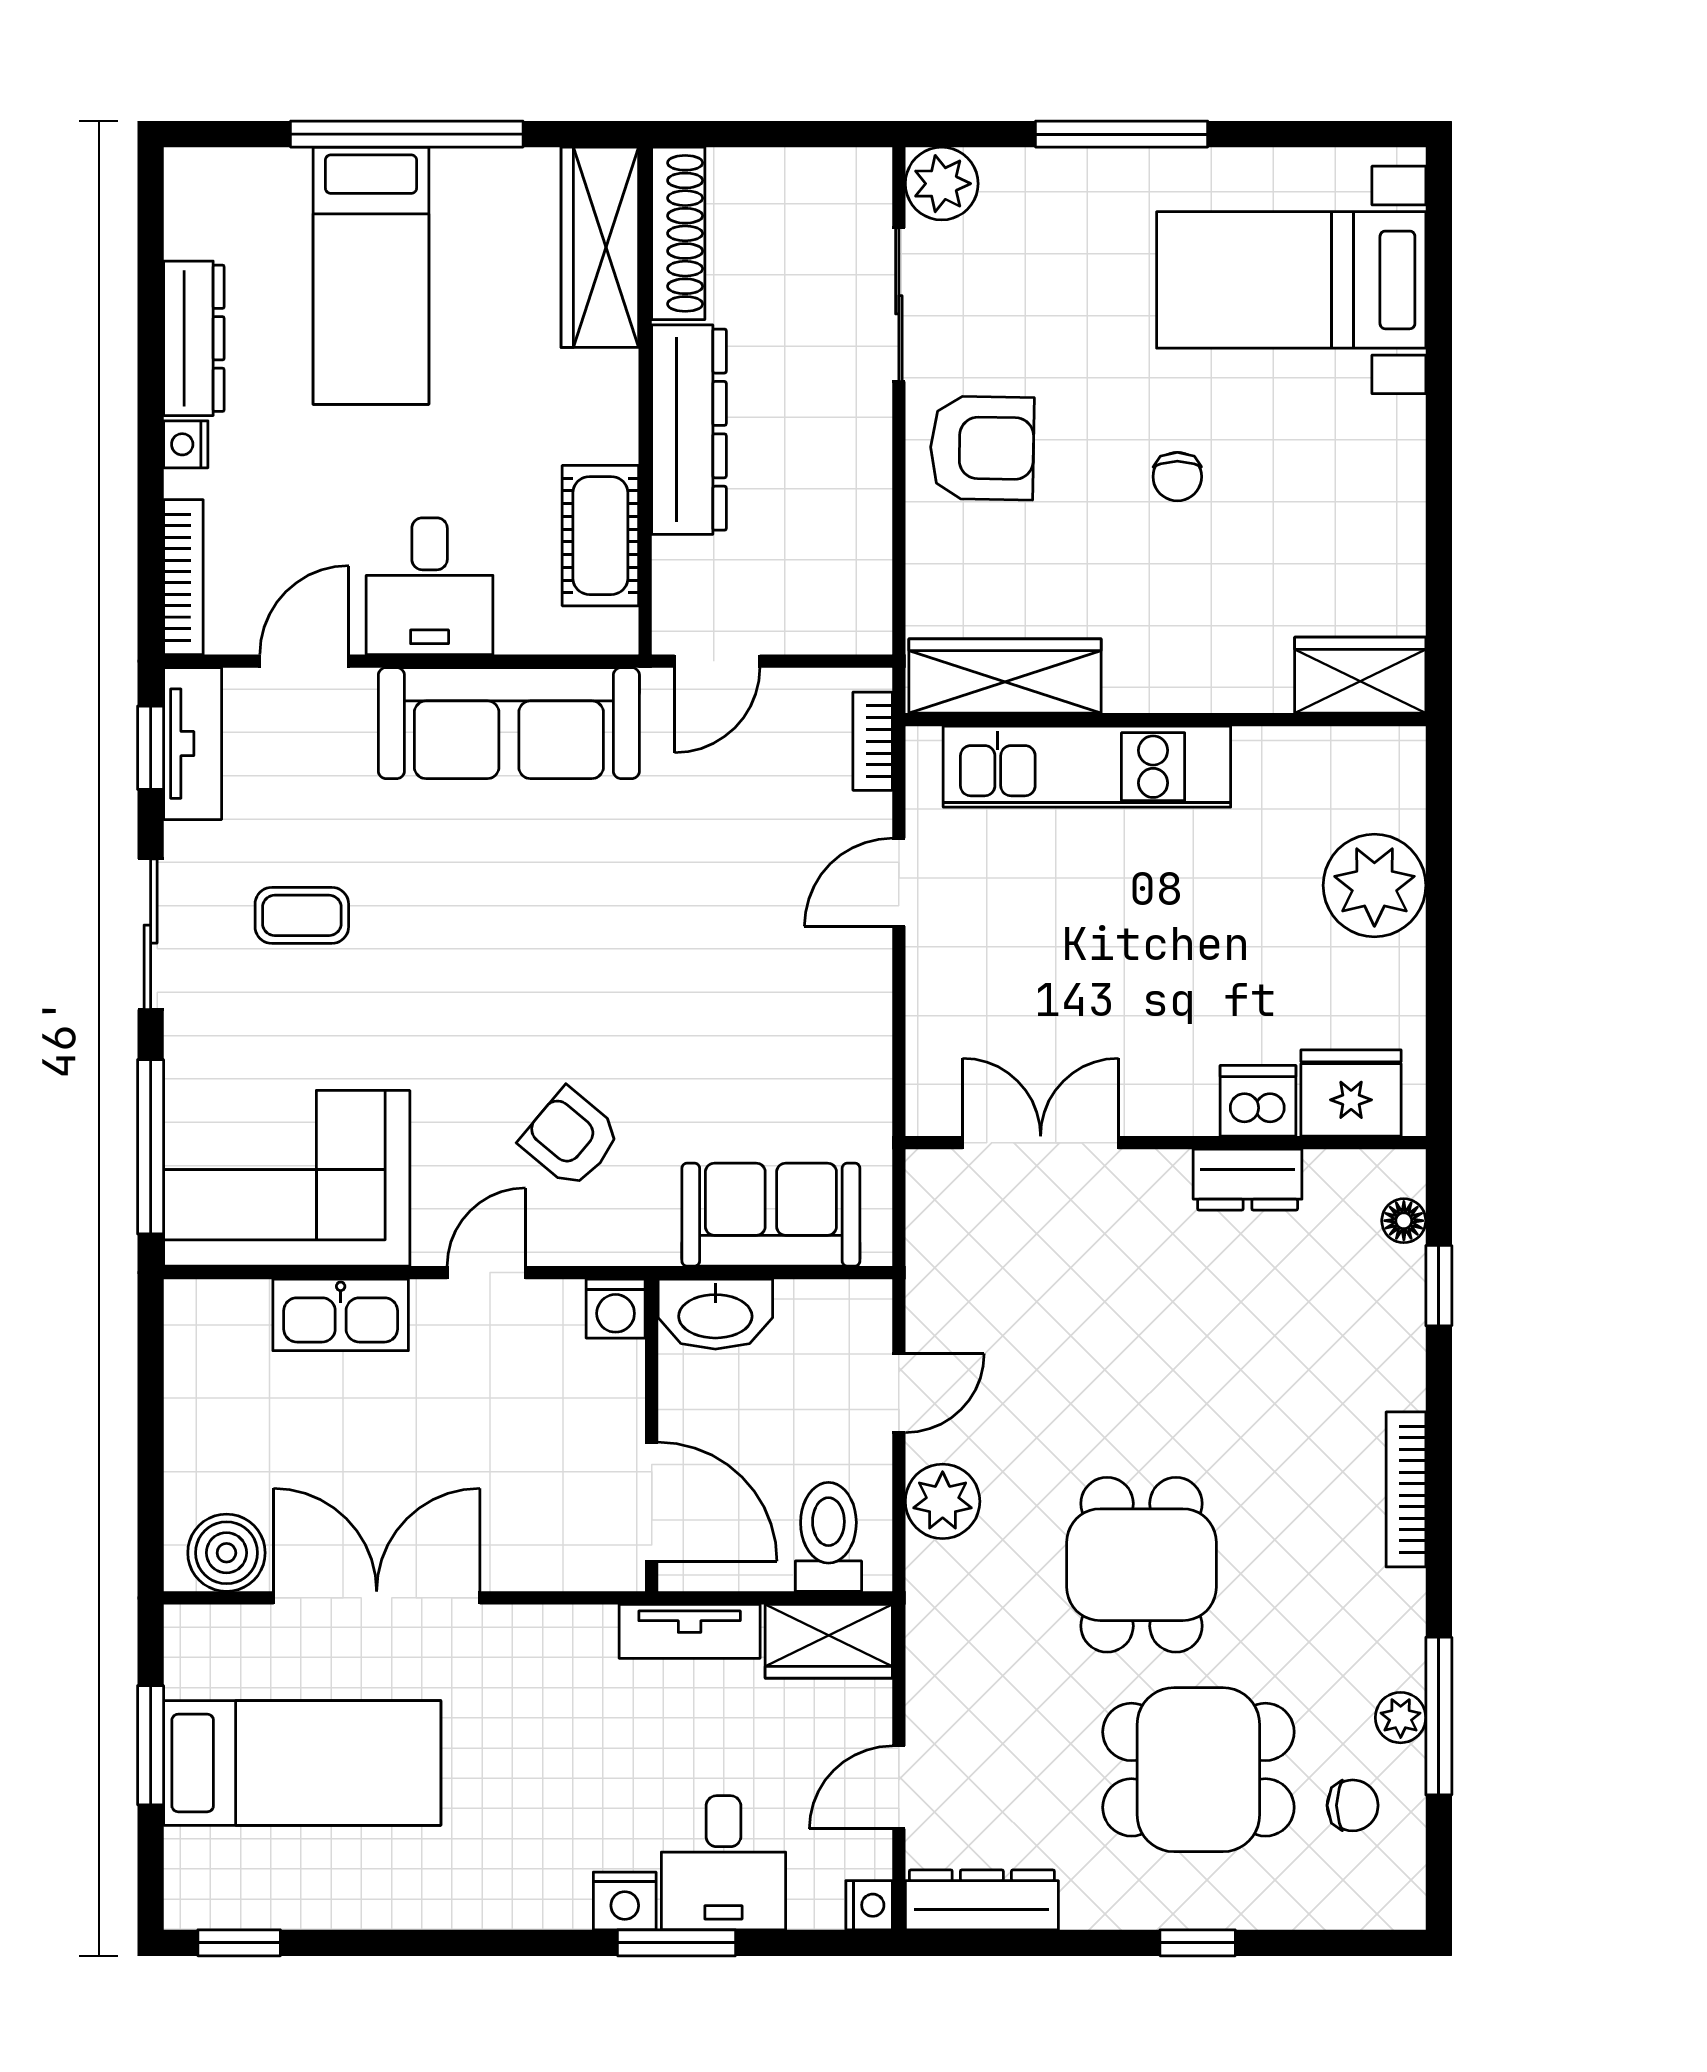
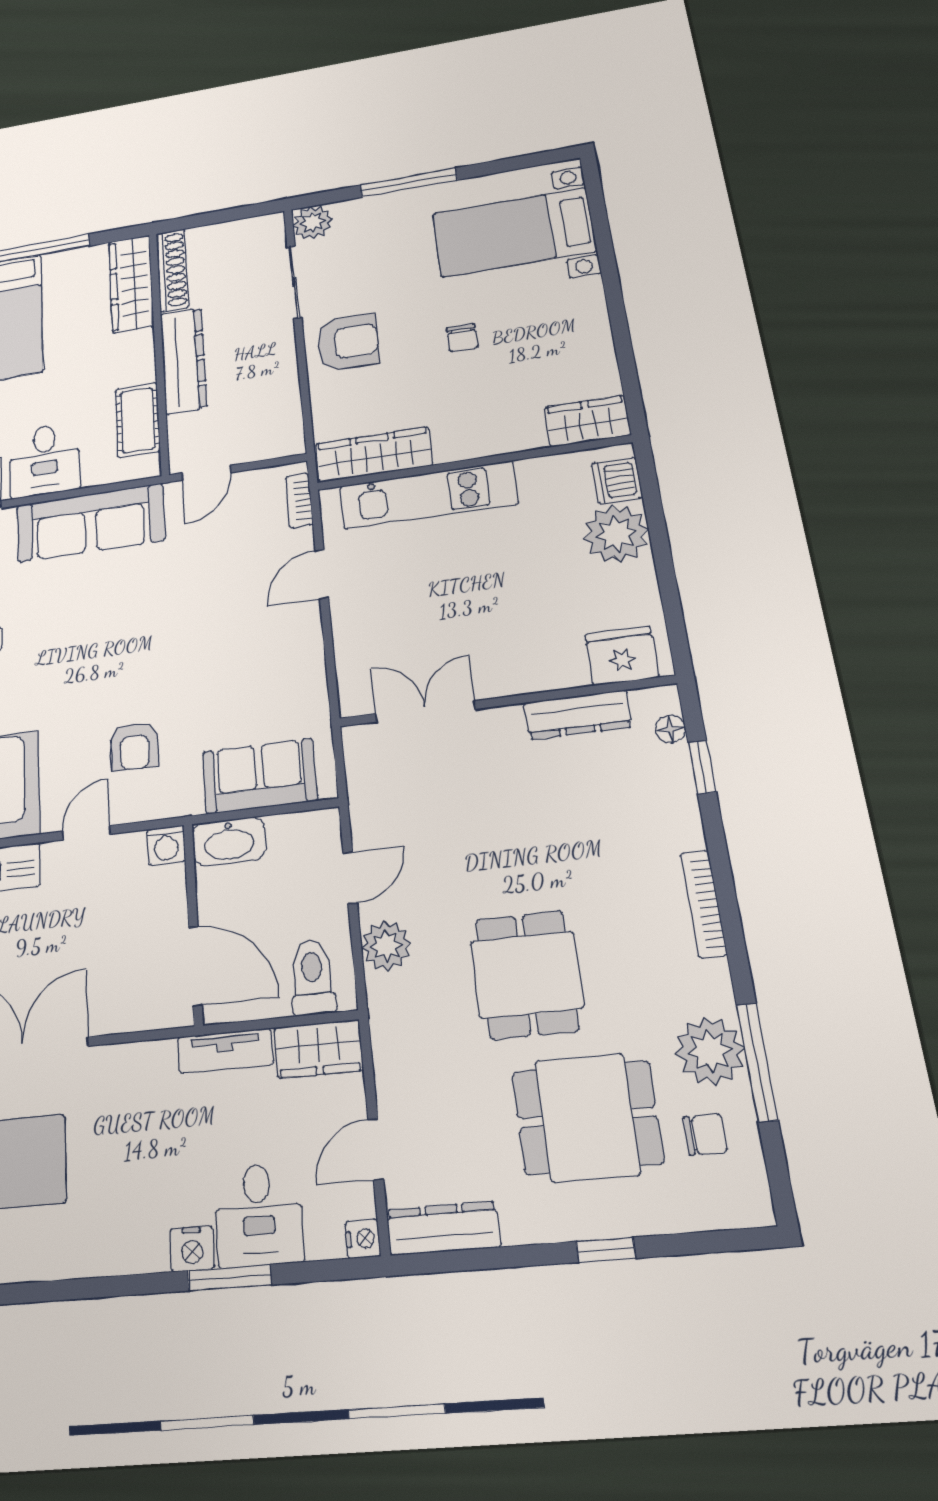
dishwasher: (1258, 1101) -> (617, 480), moved, turned -90
armchair: (571, 1138) -> (134, 746), turned -130
dresser: (1248, 1180) -> (578, 715), width x1.44
plant: (1401, 1718) -> (710, 1051), width x1.87, depth x1.87

